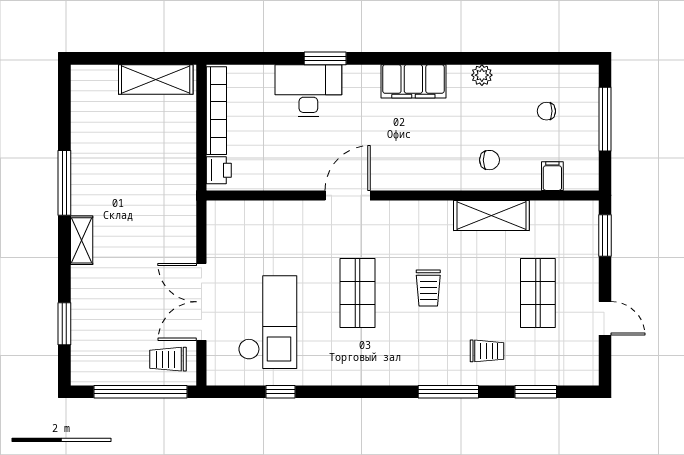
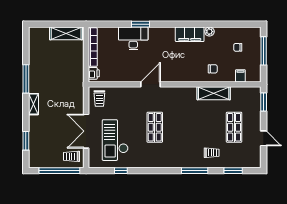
filing cabinet: (413, 81) -> (190, 34), moved
trolley: (428, 288) -> (99, 98), moved
checkout: (267, 322) -> (115, 140), turned 180

